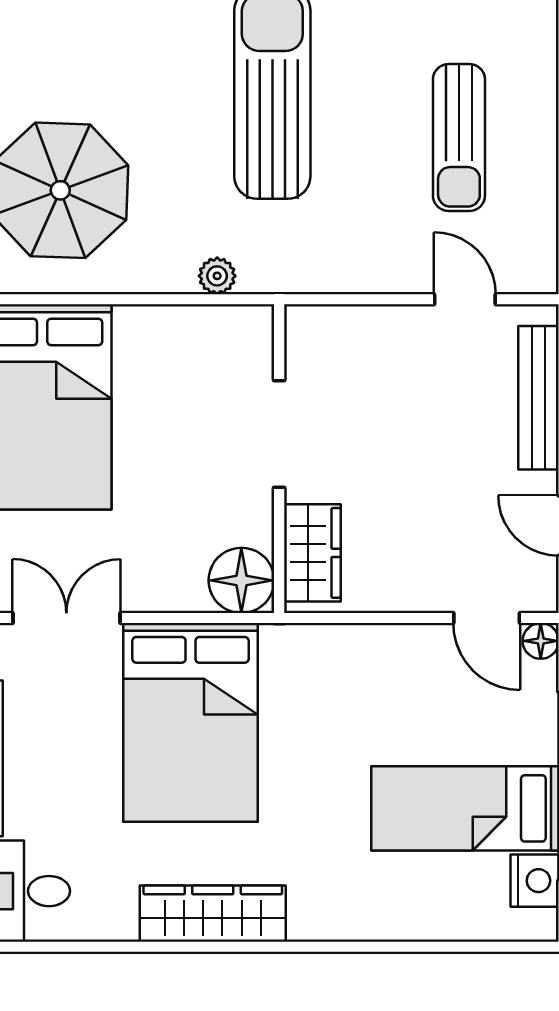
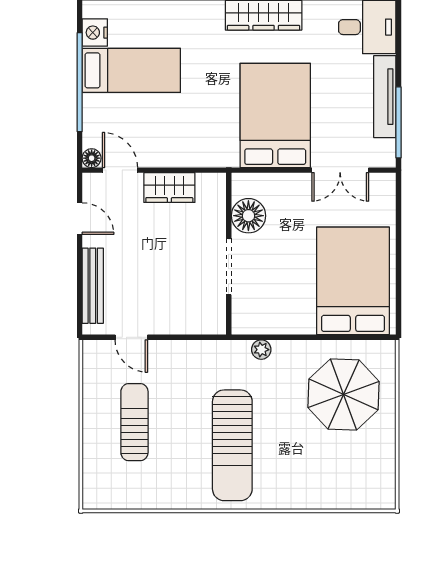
wardrobe: (312, 553) -> (169, 188), moved, turned -90
floor lamp: (241, 580) -> (248, 216), moved

